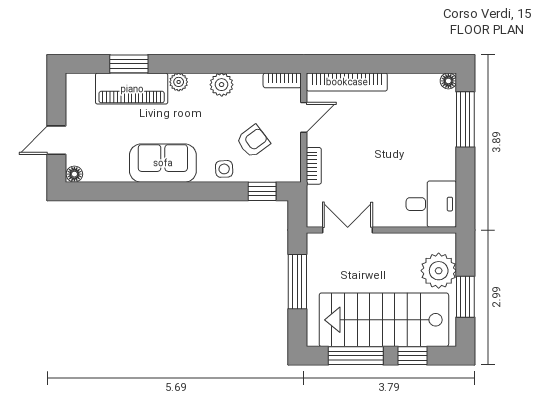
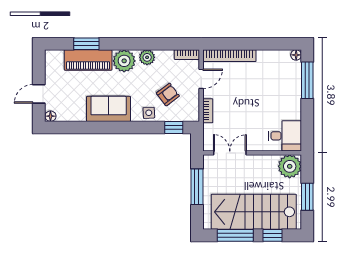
plant: (179, 82) -> (124, 61), width x1.88, depth x1.88
plant: (439, 271) -> (290, 166), moved

